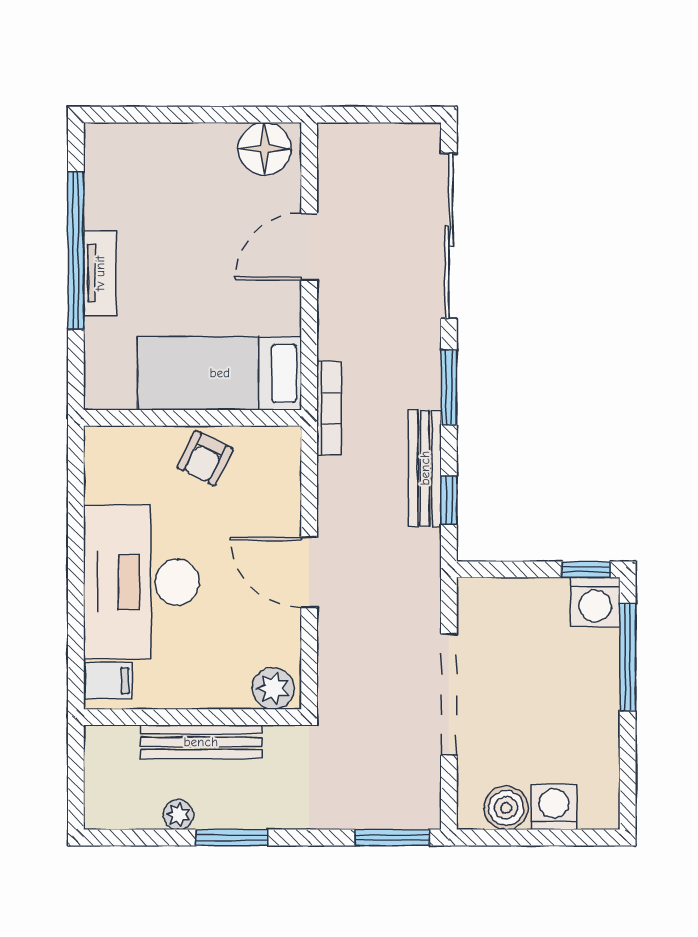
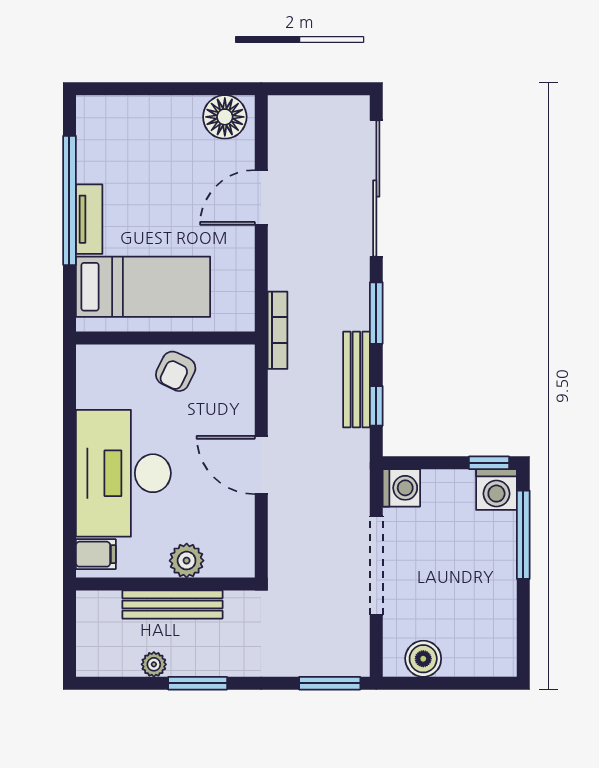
bed: (220, 373) -> (143, 287), moved, turned 180
plant: (273, 688) -> (187, 561), moved
washing machine: (554, 807) -> (401, 488), moved, turned 90

